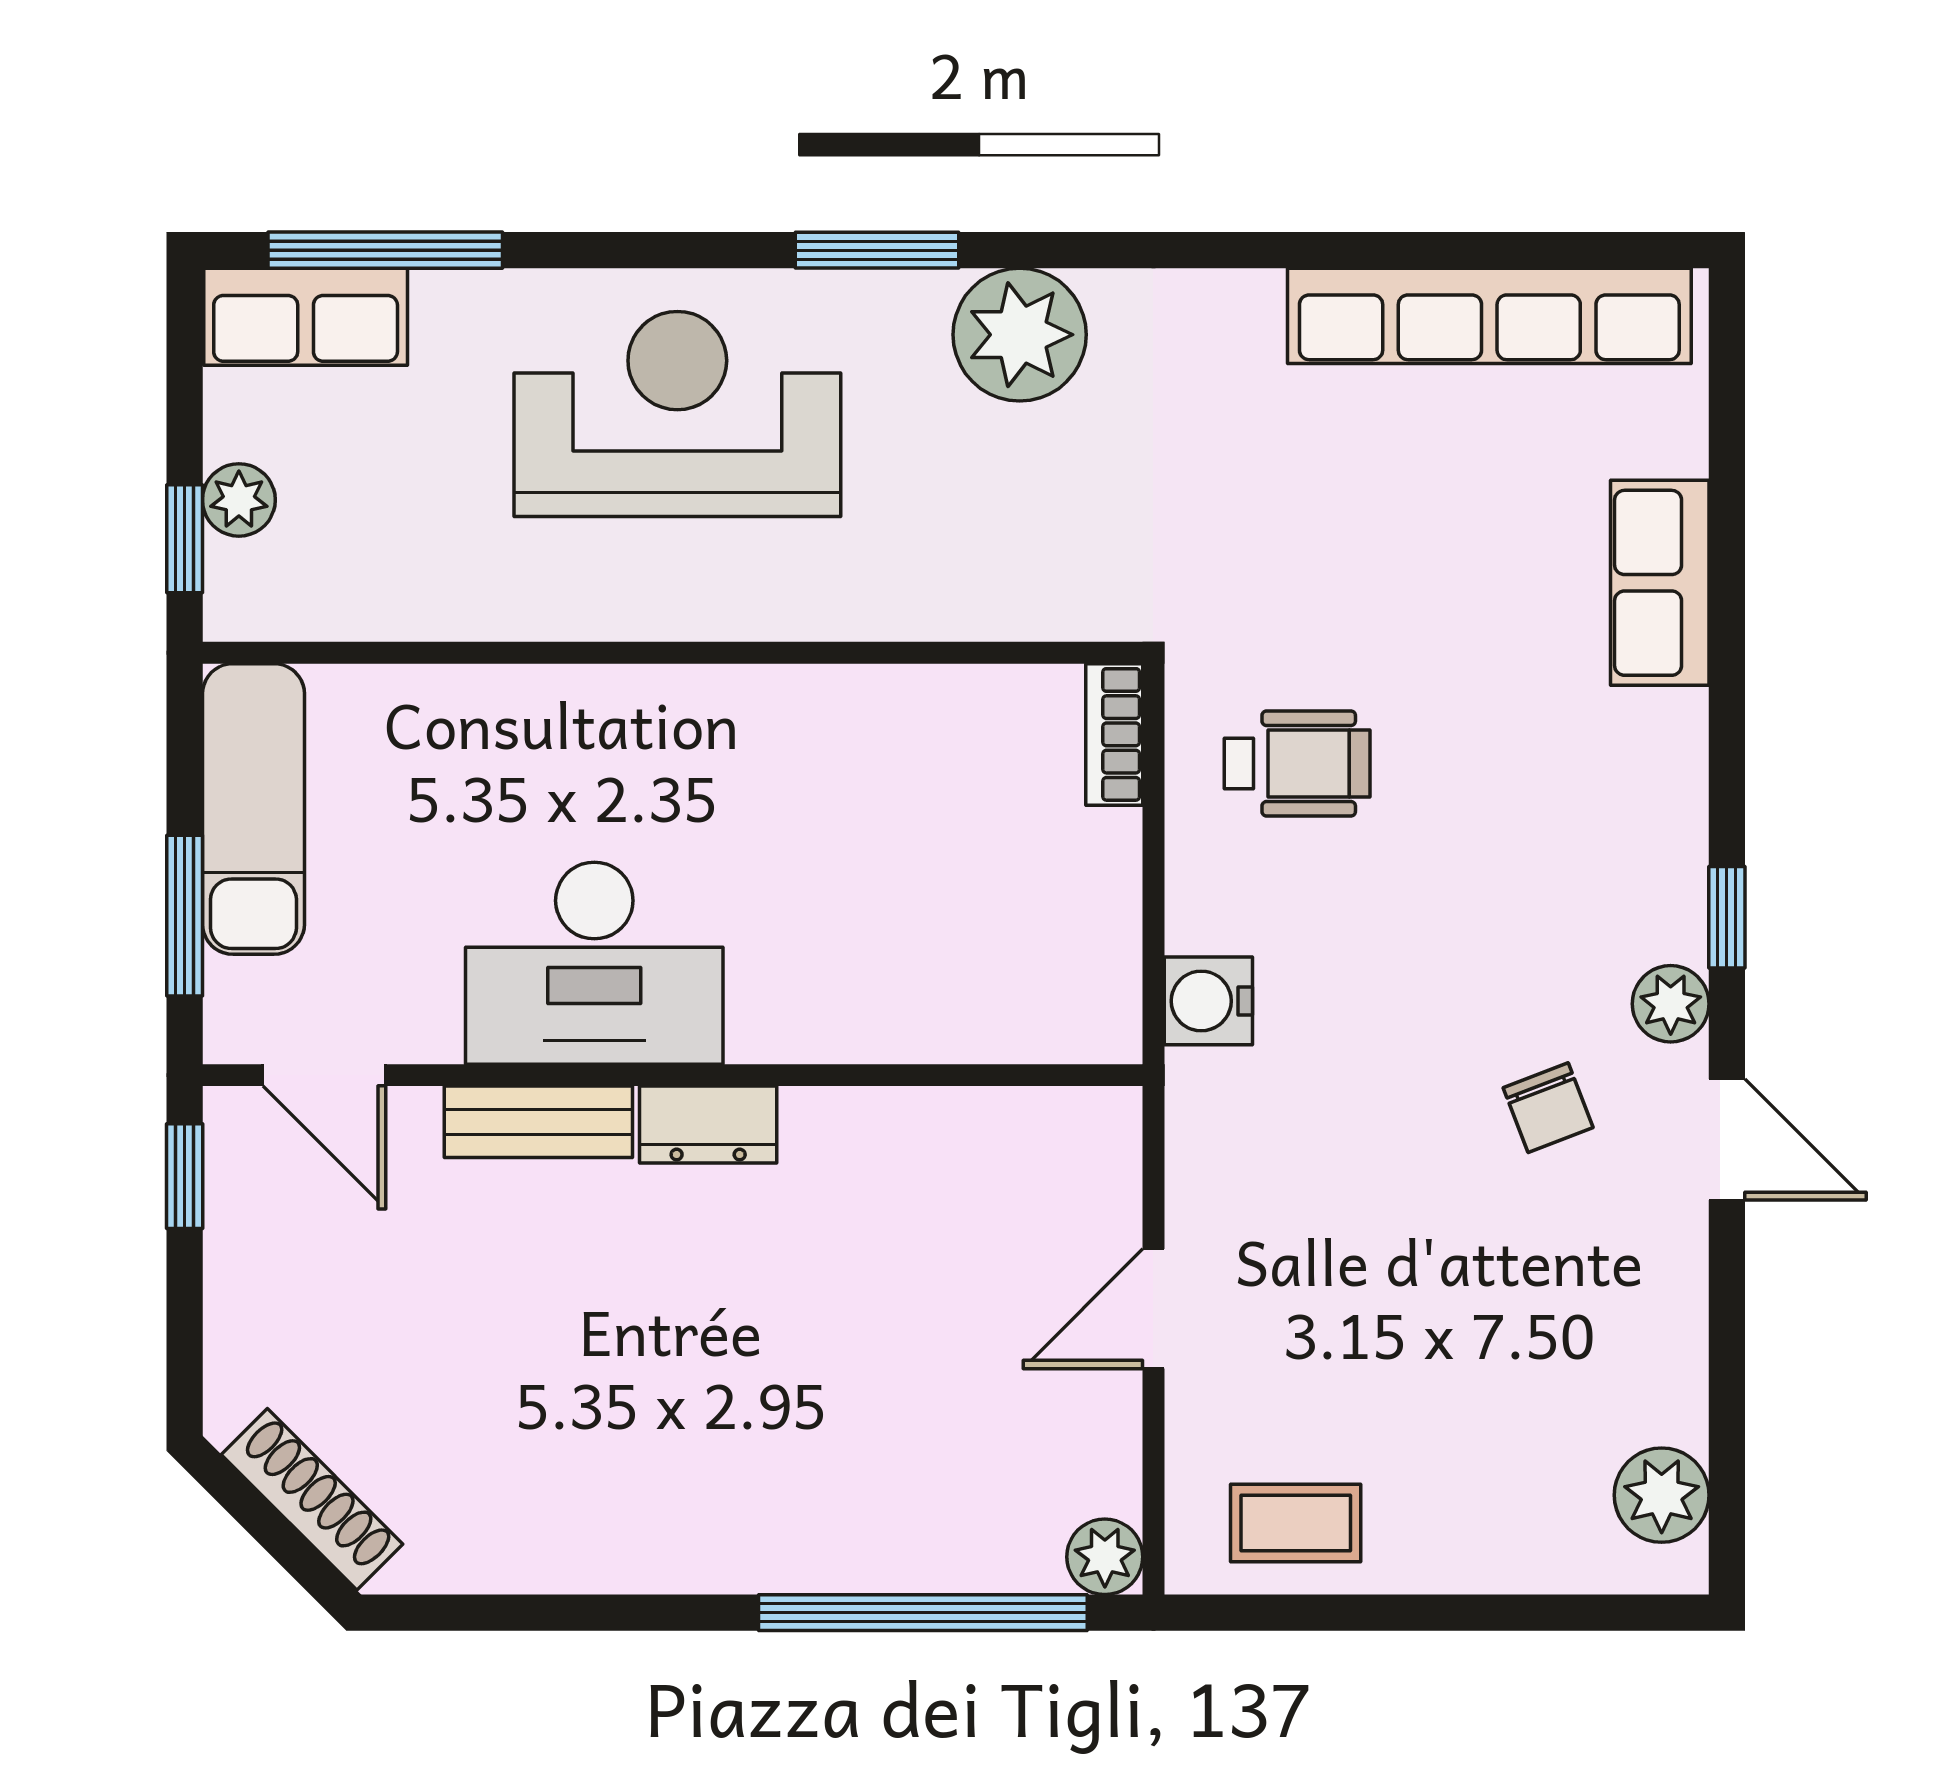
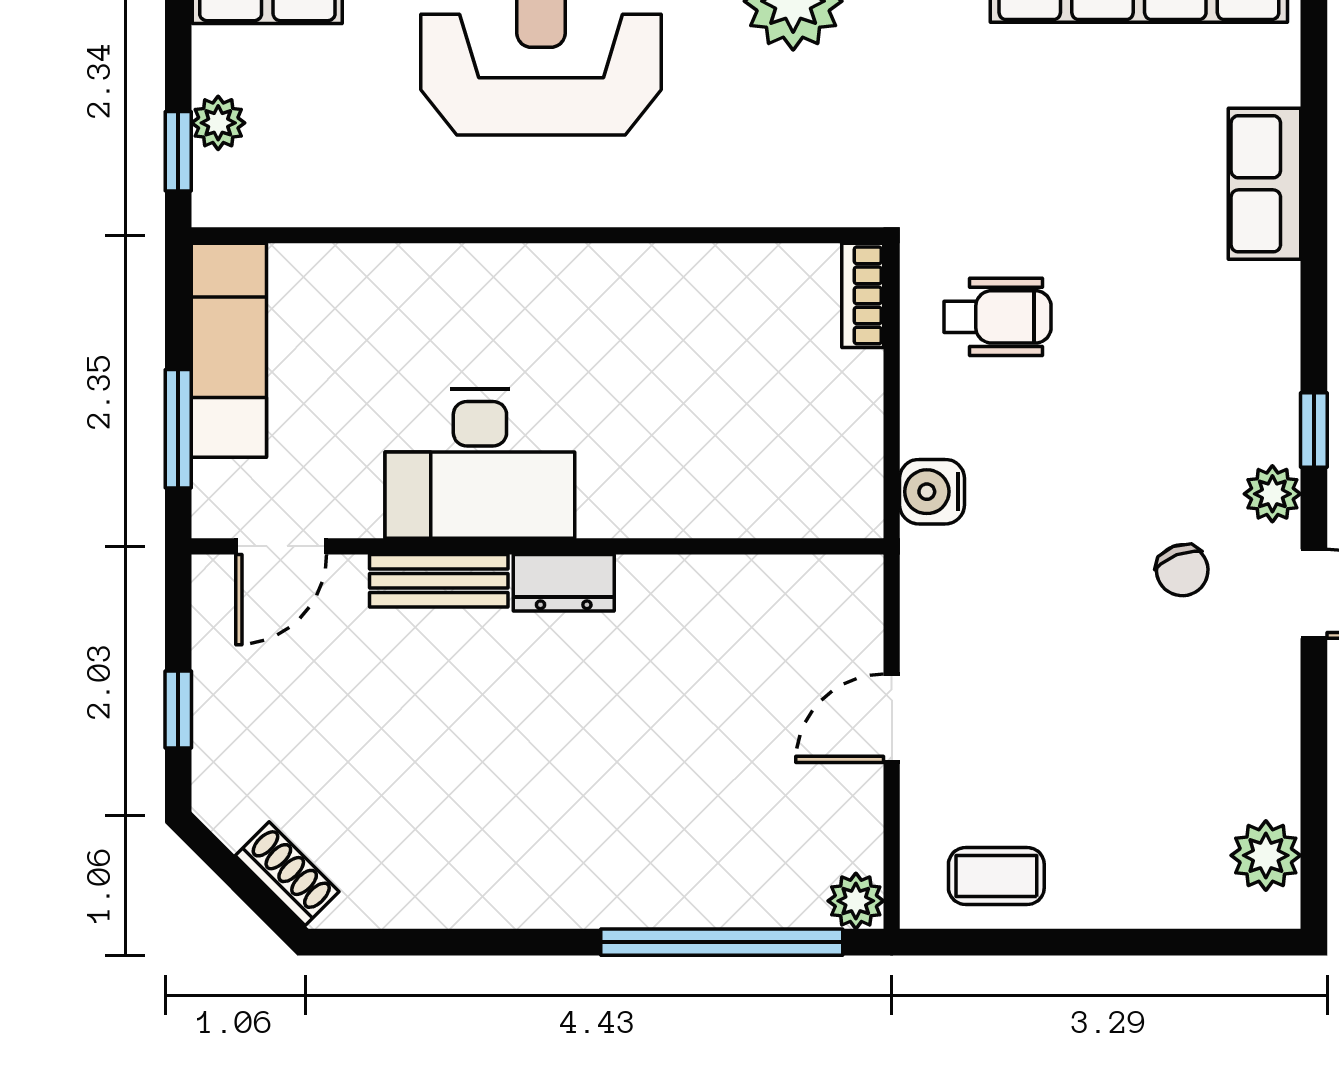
door: (324, 1075) -> (281, 546), hinge flipped
window: (185, 1176) -> (178, 710), moved
shoe rack: (312, 1499) -> (287, 874), width x0.70

